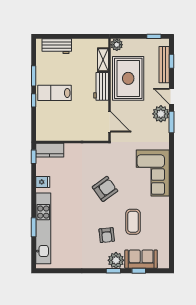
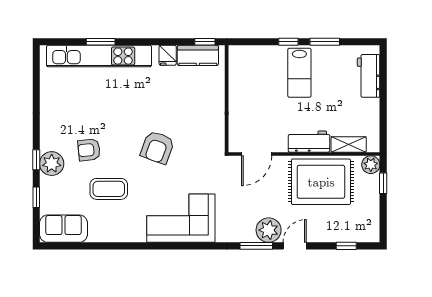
window: (154, 36) -> (383, 183), moved
bench: (164, 65) -> (341, 235), removed
lab bench: (55, 93) -> (299, 73), turned 180
kitchen counter: (50, 150) -> (198, 55), moved, turned -90
armchair: (105, 189) -> (157, 147), turned 56
sofa: (141, 259) -> (64, 229), moved, turned -90

